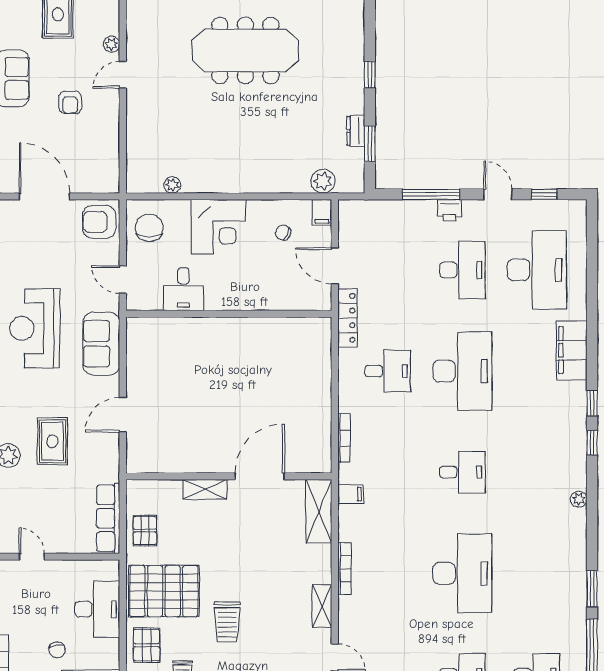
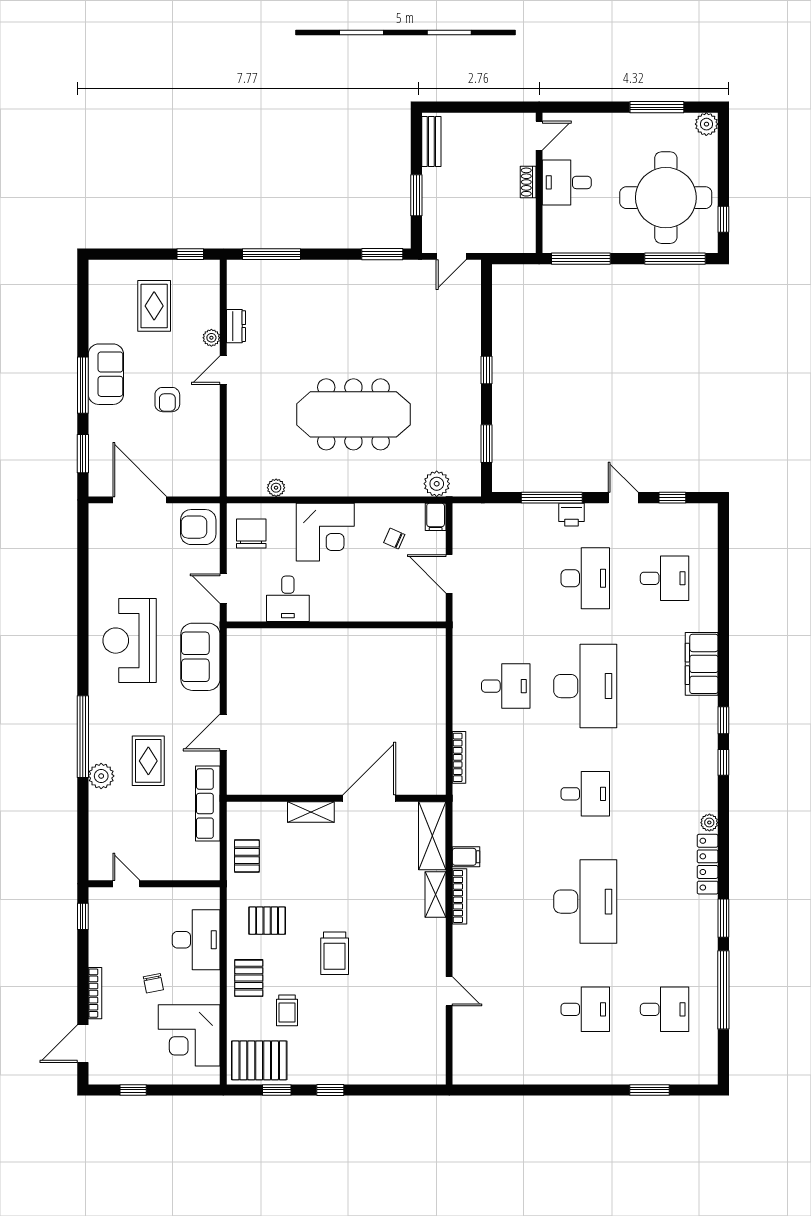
meeting table: (245, 50) -> (353, 414), moved
dresser: (356, 131) -> (236, 326), moved, turned 180
desk: (537, 270) -> (665, 578), width x0.53, depth x0.77
locker: (347, 318) -> (708, 864), moved, turned 180
filing cabinet: (351, 494) -> (466, 857), moved
row of seats: (108, 518) -> (208, 804), moved
pallet: (164, 591) -> (267, 921), width x0.49, depth x0.50
shelving: (322, 606) -> (436, 894), moved

